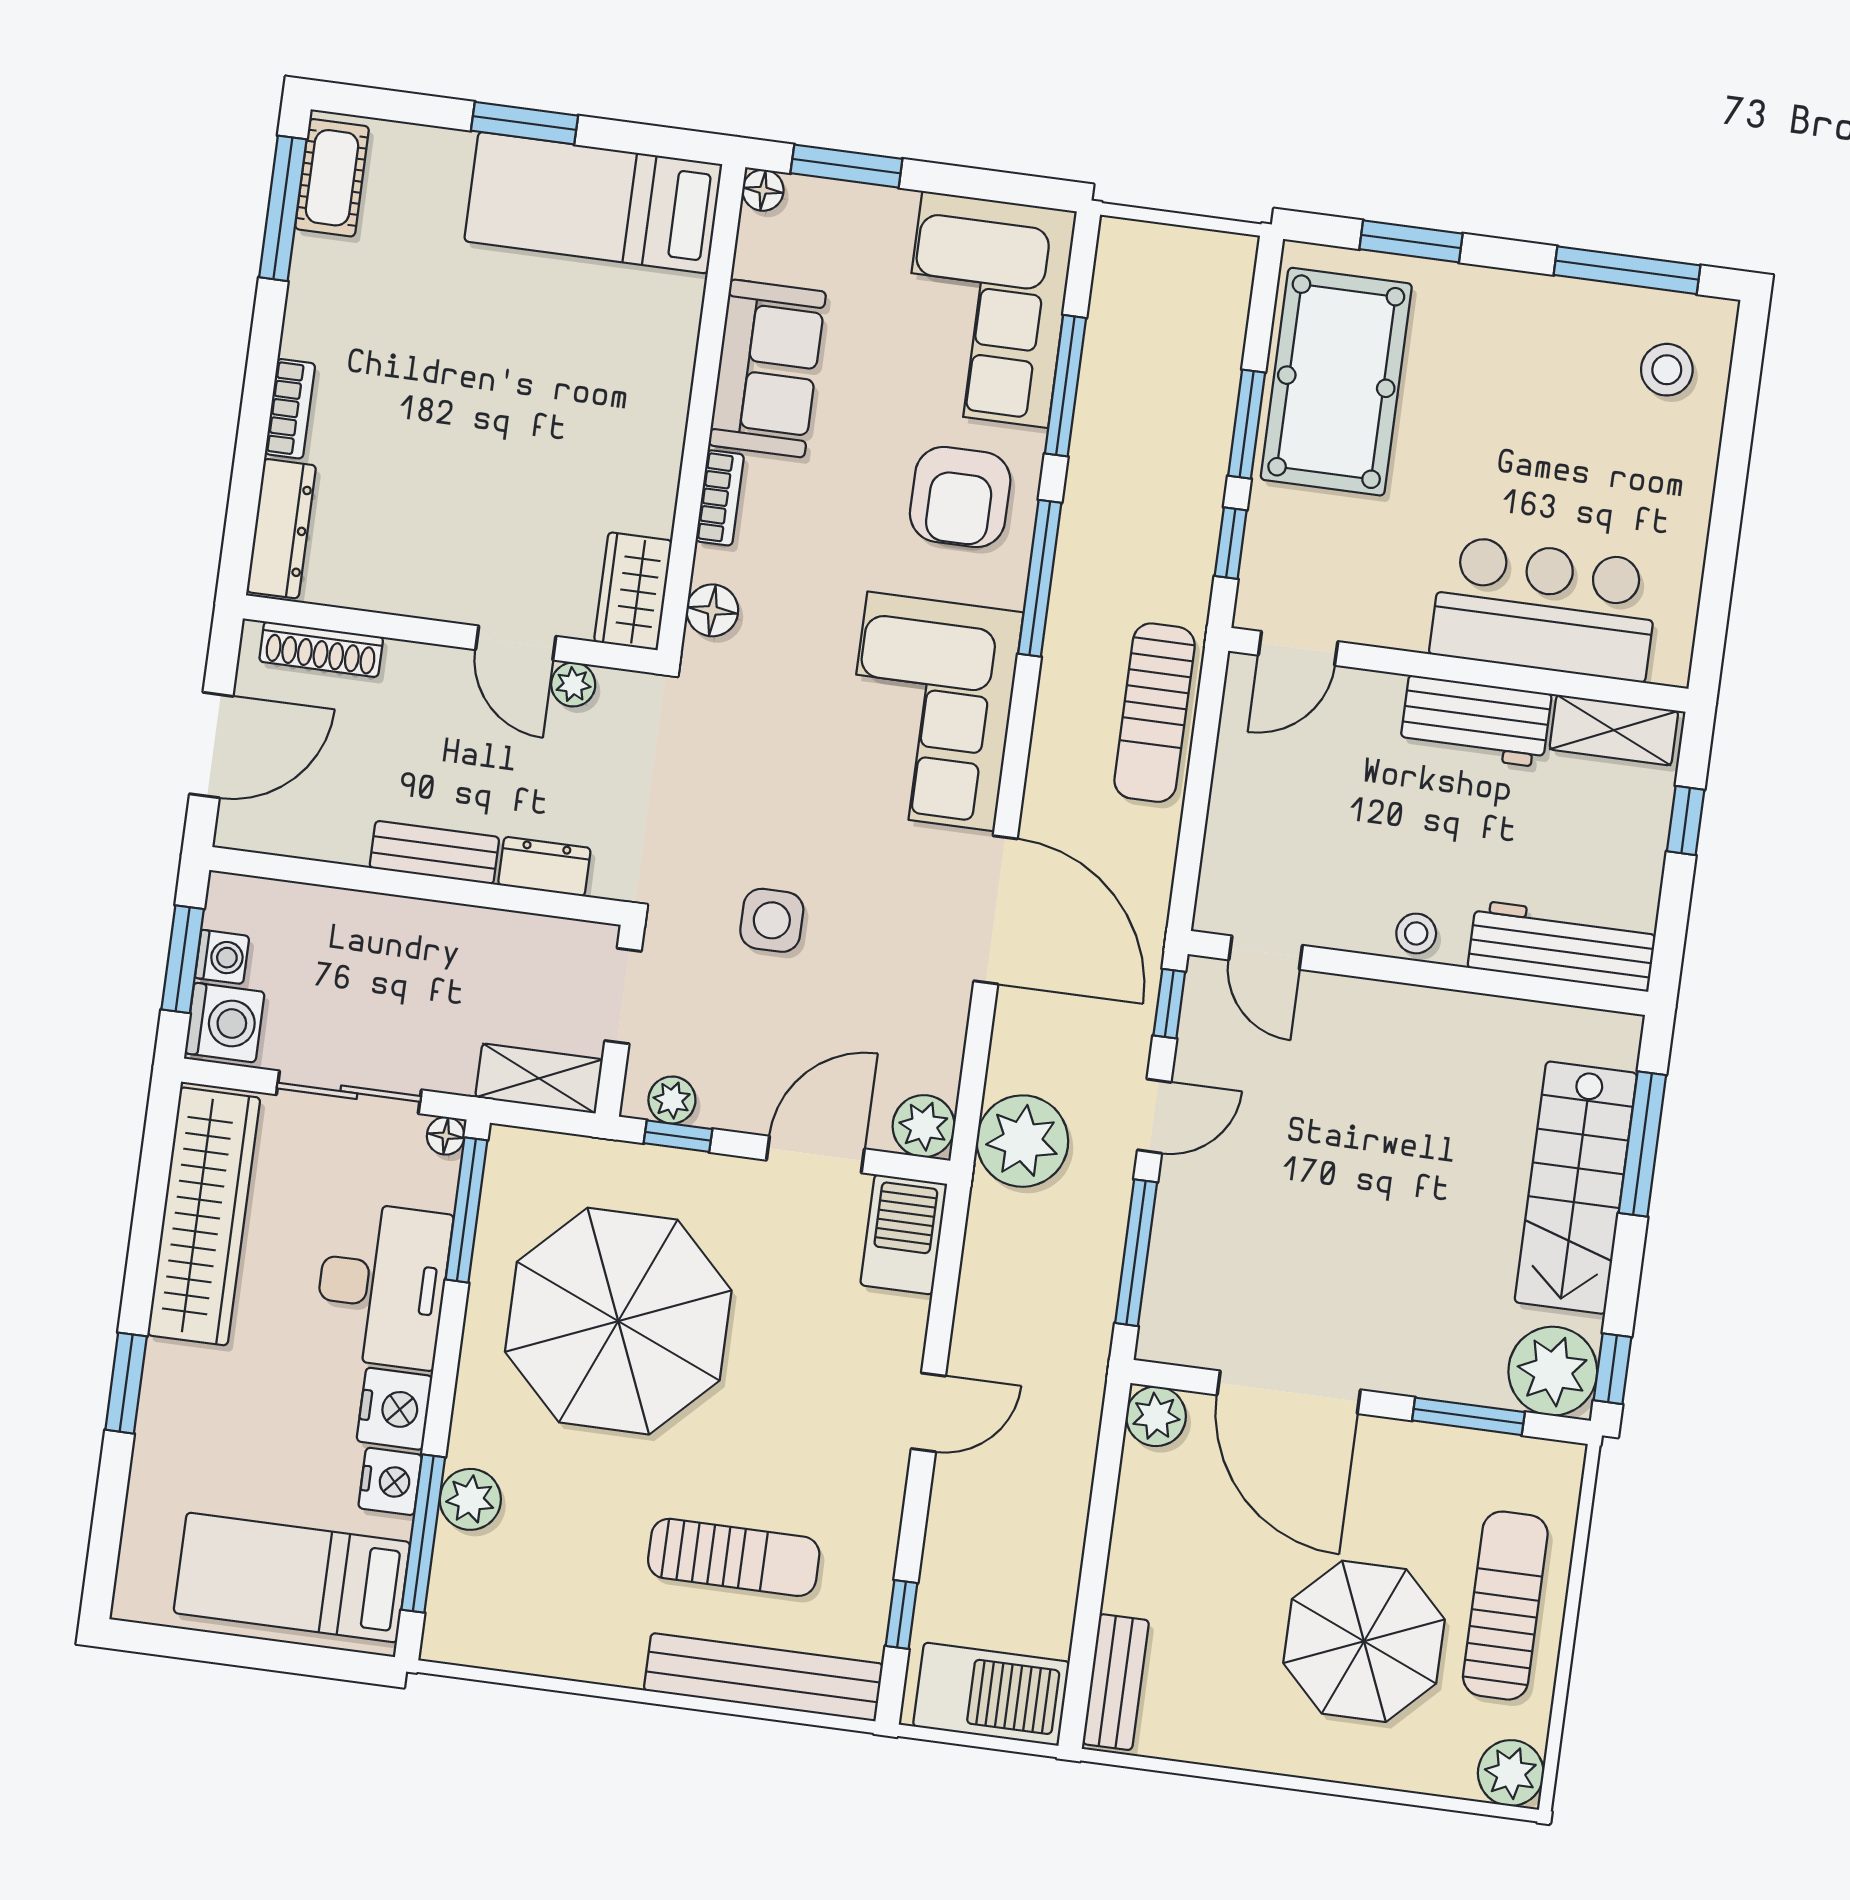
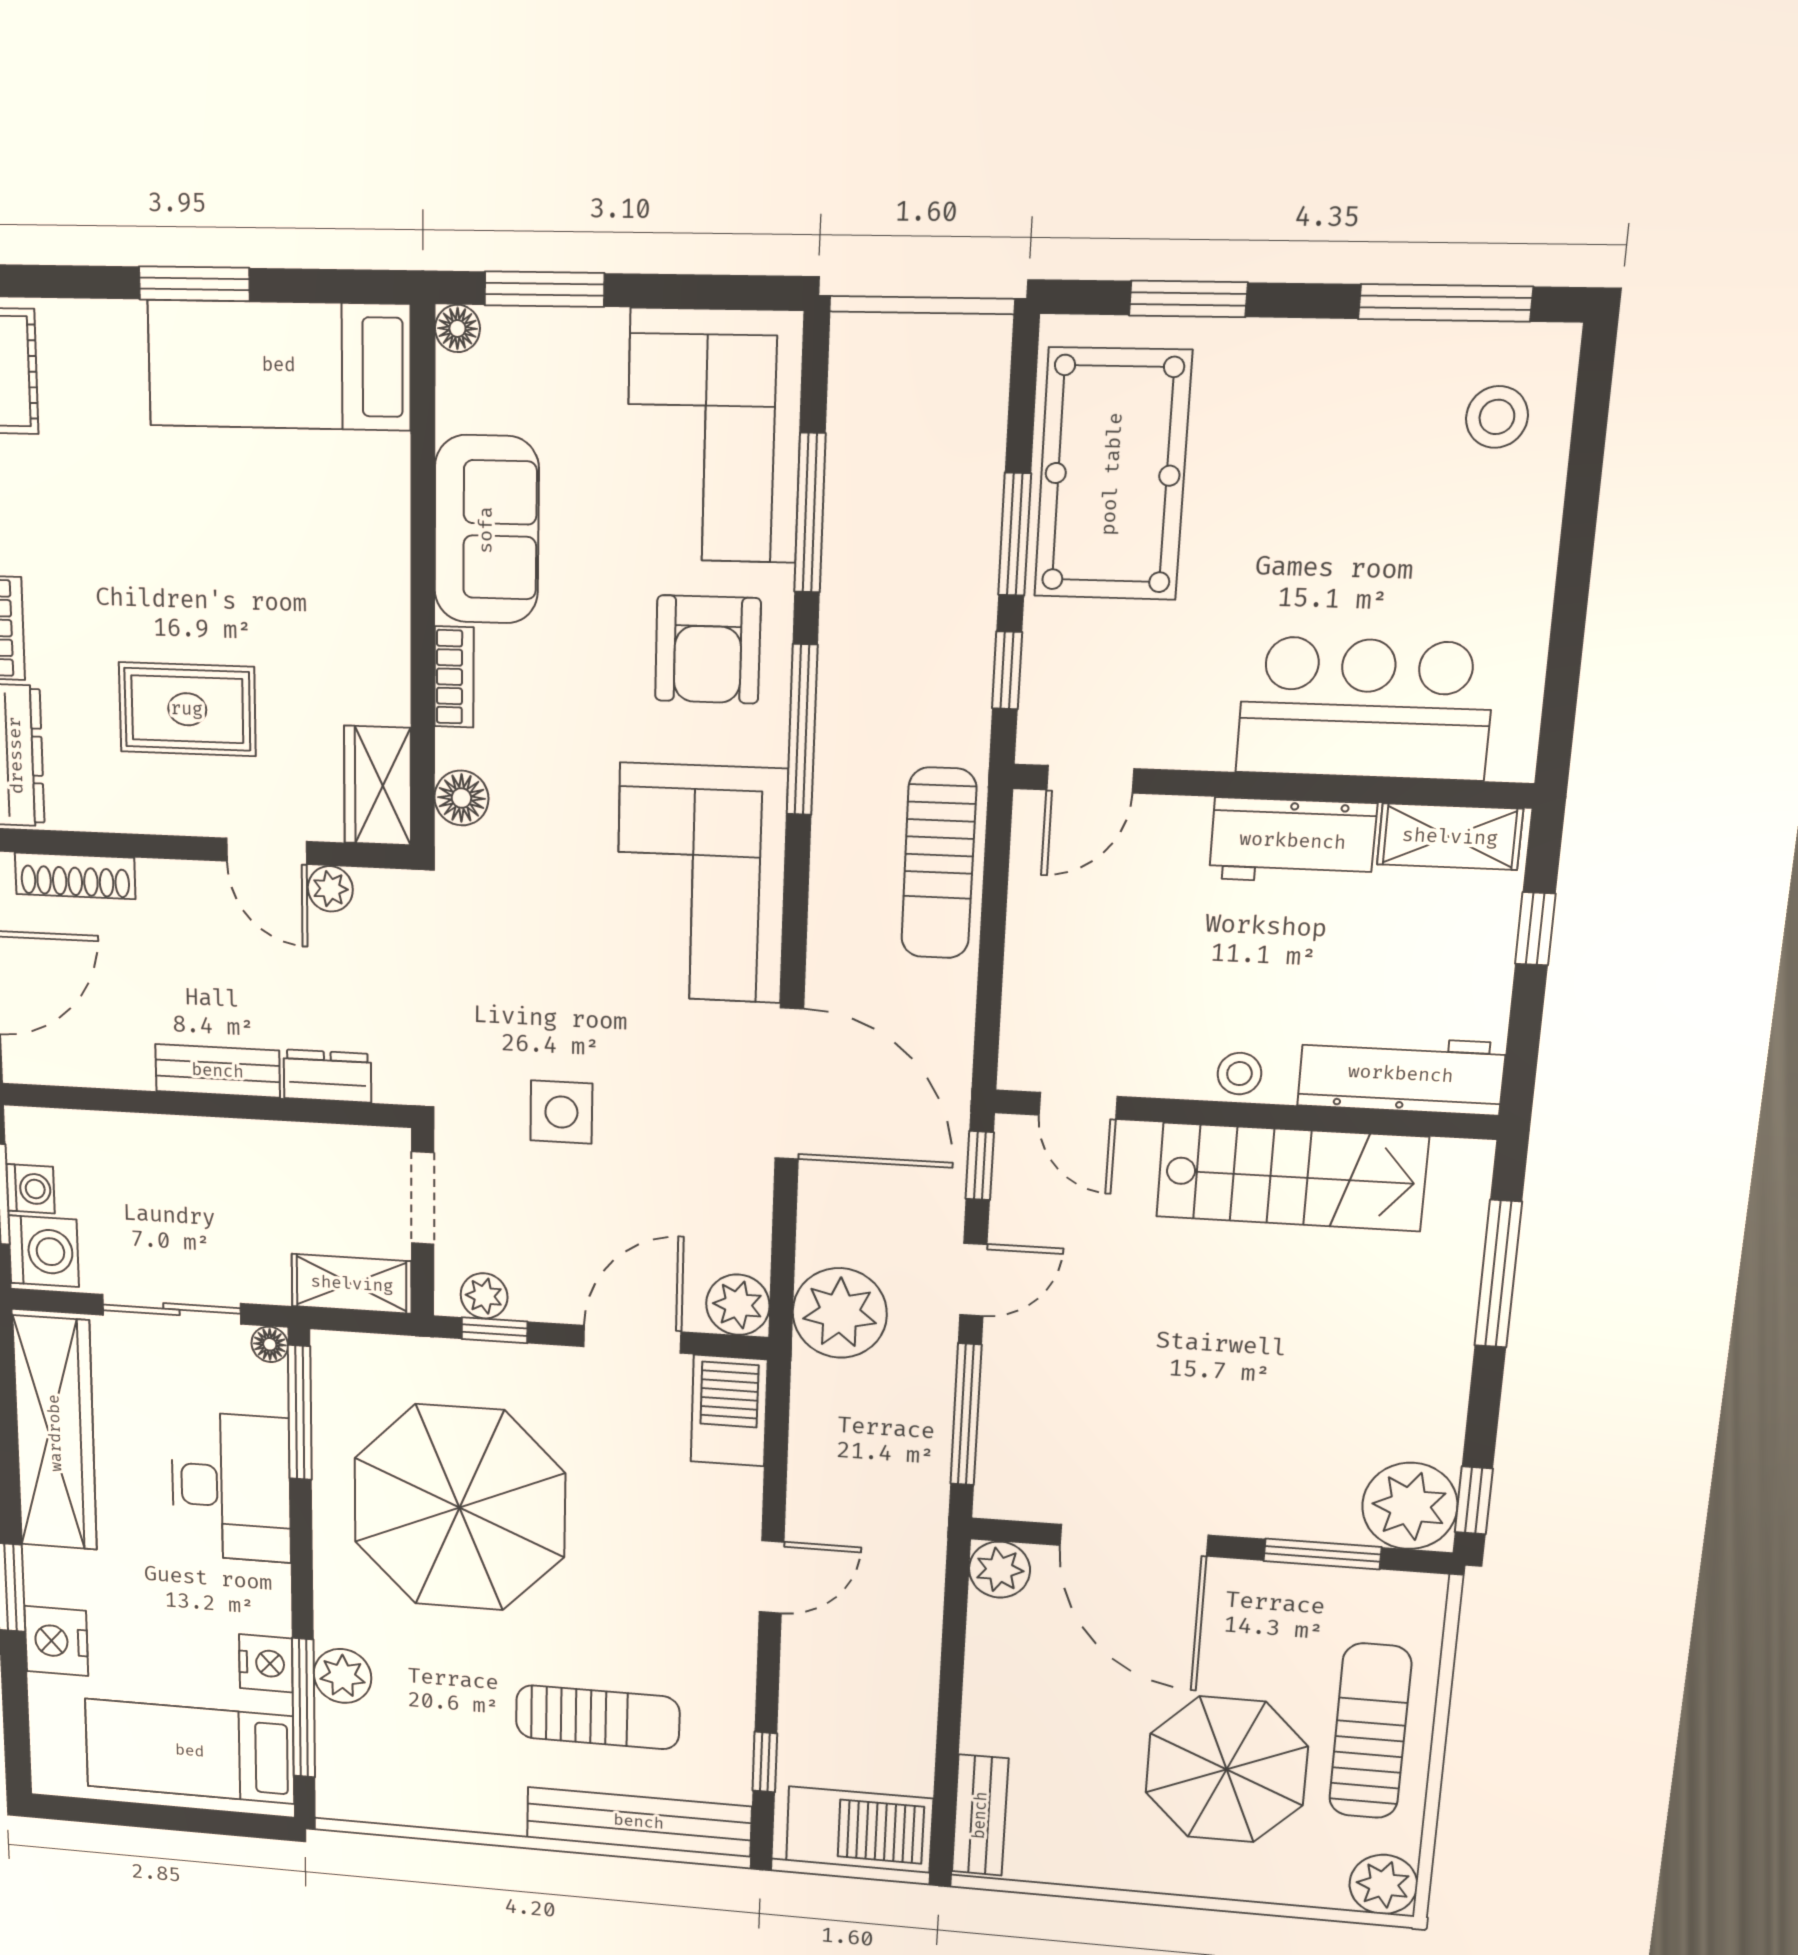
rug: (458, 502) -> (187, 709), added
stairs: (1576, 1188) -> (1292, 1177), moved, turned -90
nightstand: (394, 1409) -> (56, 1641), moved, turned 180

